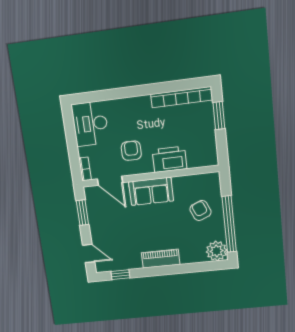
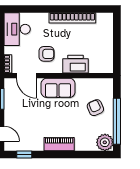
bookcase: (182, 97) -> (72, 18), moved
window: (219, 116) -> (117, 35), removed
armchair: (131, 151) -> (46, 54), turned 90

